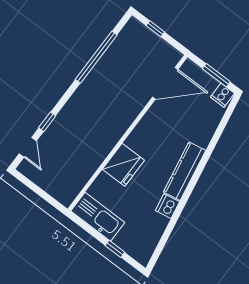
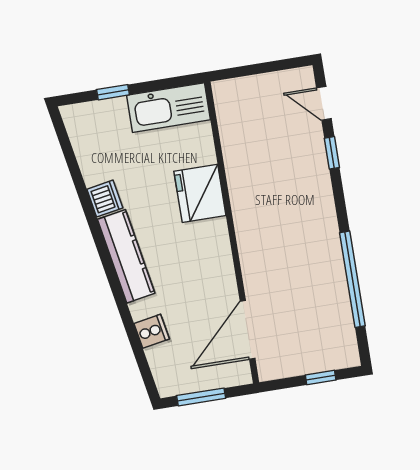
cooker: (223, 95) -> (152, 331), moved, turned 80

